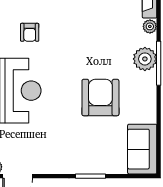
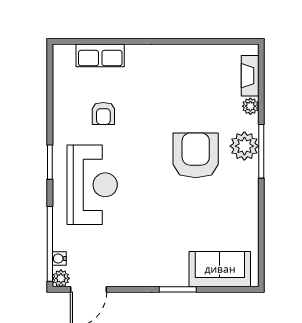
armchair: (100, 98) -> (196, 155), moved
sofa: (142, 149) -> (220, 269), moved, turned 90

